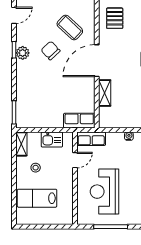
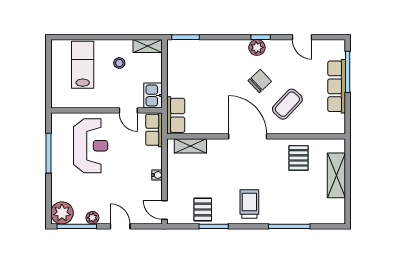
pallet: (115, 18) -> (299, 158), turned 90
shelving: (105, 93) -> (190, 146), moved
kitchen sink: (52, 140) -> (153, 95), moved
reception desk: (104, 192) -> (91, 146), turned 90

